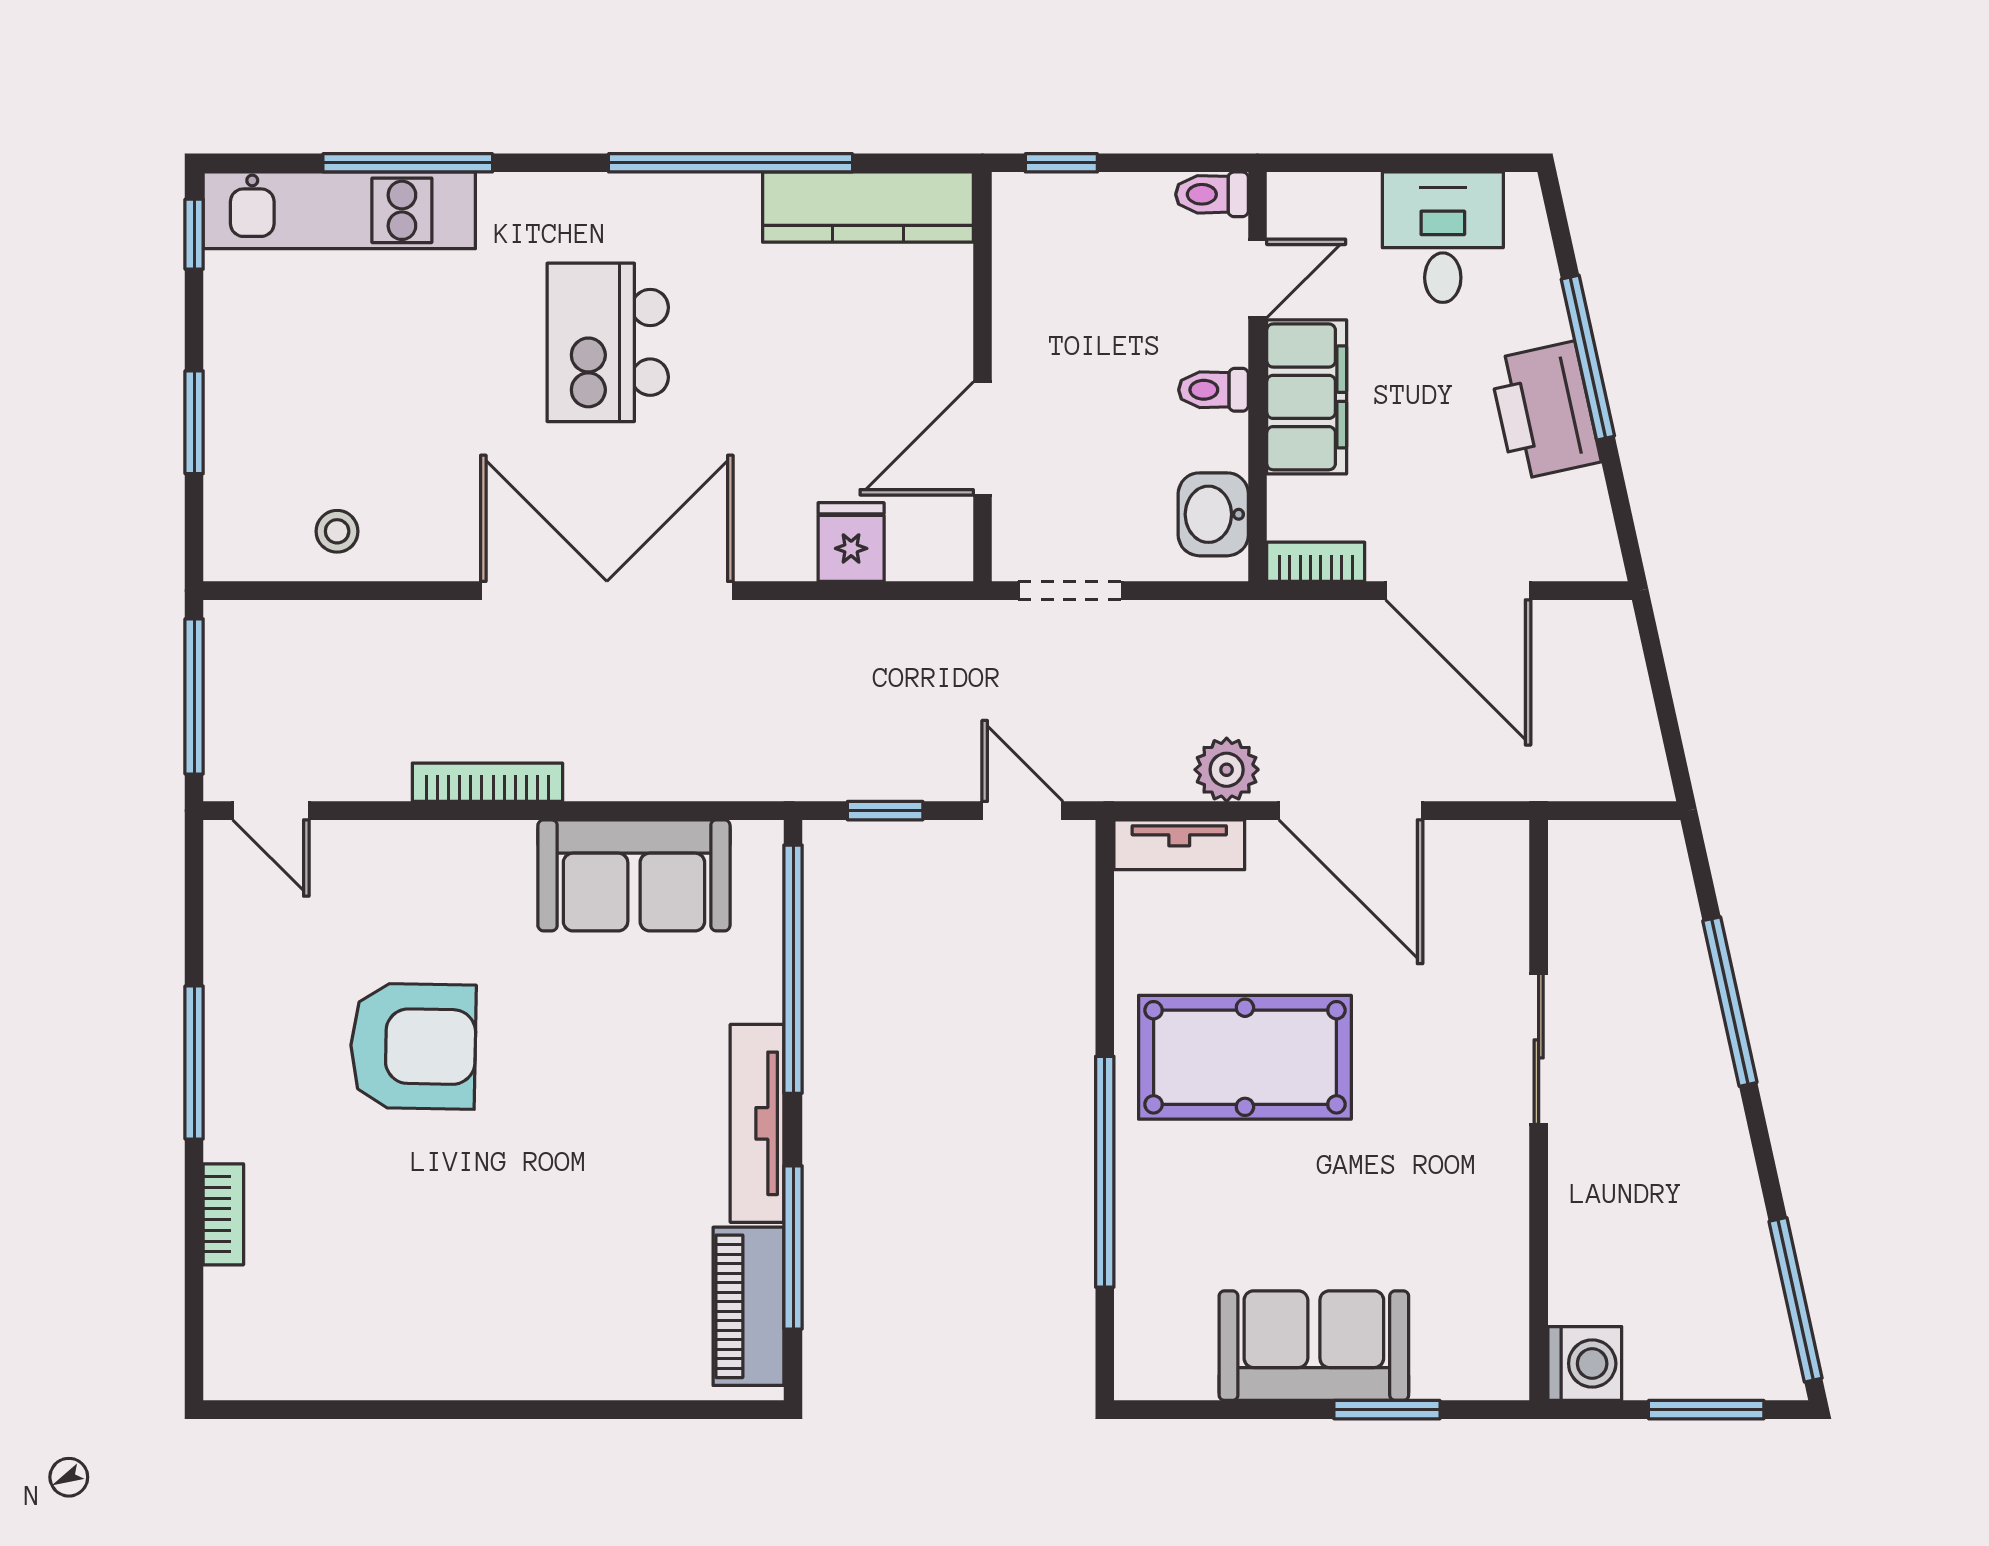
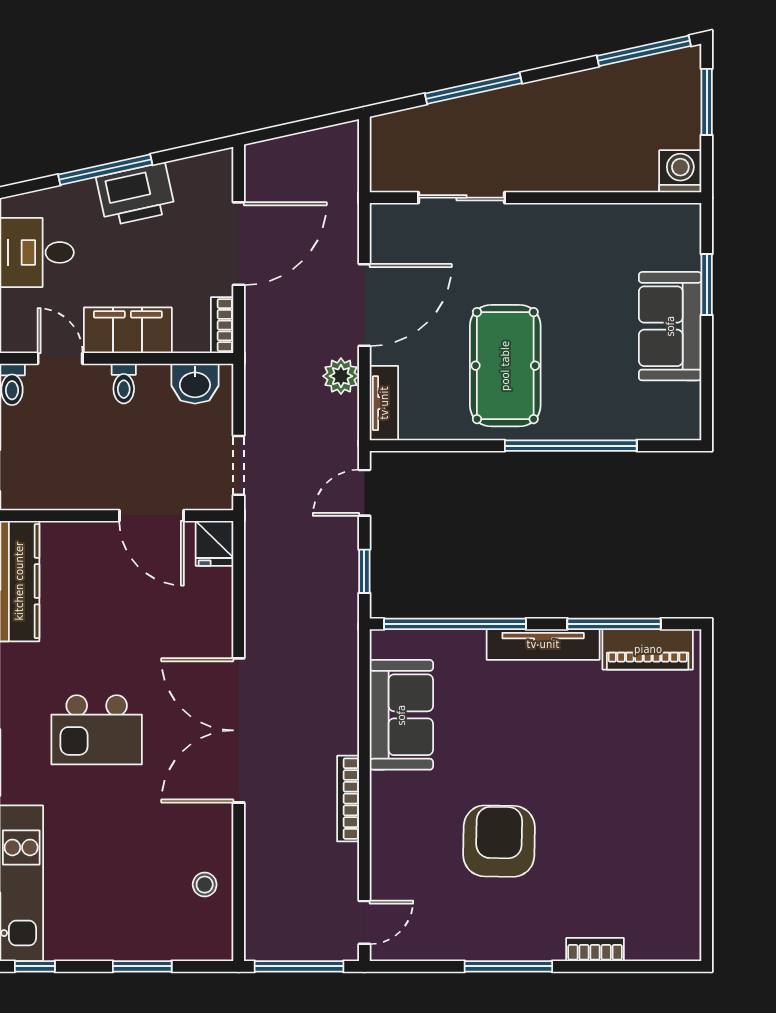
fridge: (851, 542) -> (214, 543), moved, turned -90
sliding door: (1539, 1049) -> (461, 198), moved

